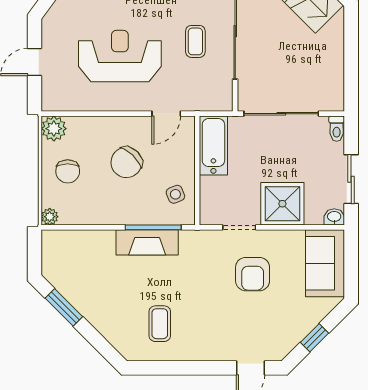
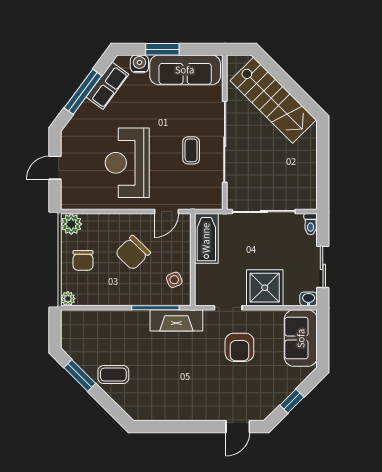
reception desk: (120, 56) -> (127, 163), turned -90
fireplace: (147, 242) -> (176, 320), moved
coffee table: (160, 324) -> (113, 375), moved, turned 90

